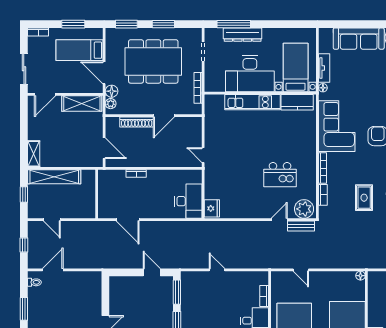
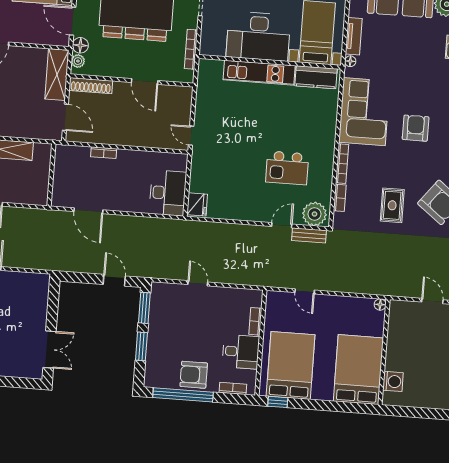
shelving: (82, 103) -> (57, 75), moved, turned 90
door: (164, 116) -> (145, 81), hinge flipped
shoe rack: (137, 122) -> (91, 86), moved

